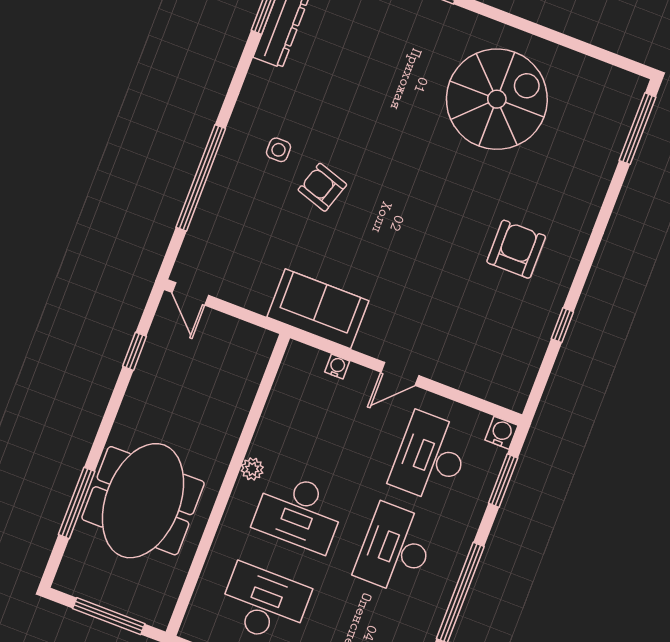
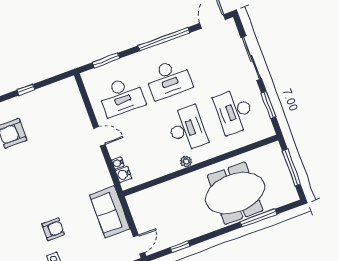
armchair: (322, 187) -> (53, 229), turned -108
sofa: (318, 309) -> (110, 212), moved
water cooler: (501, 433) -> (124, 175), moved

